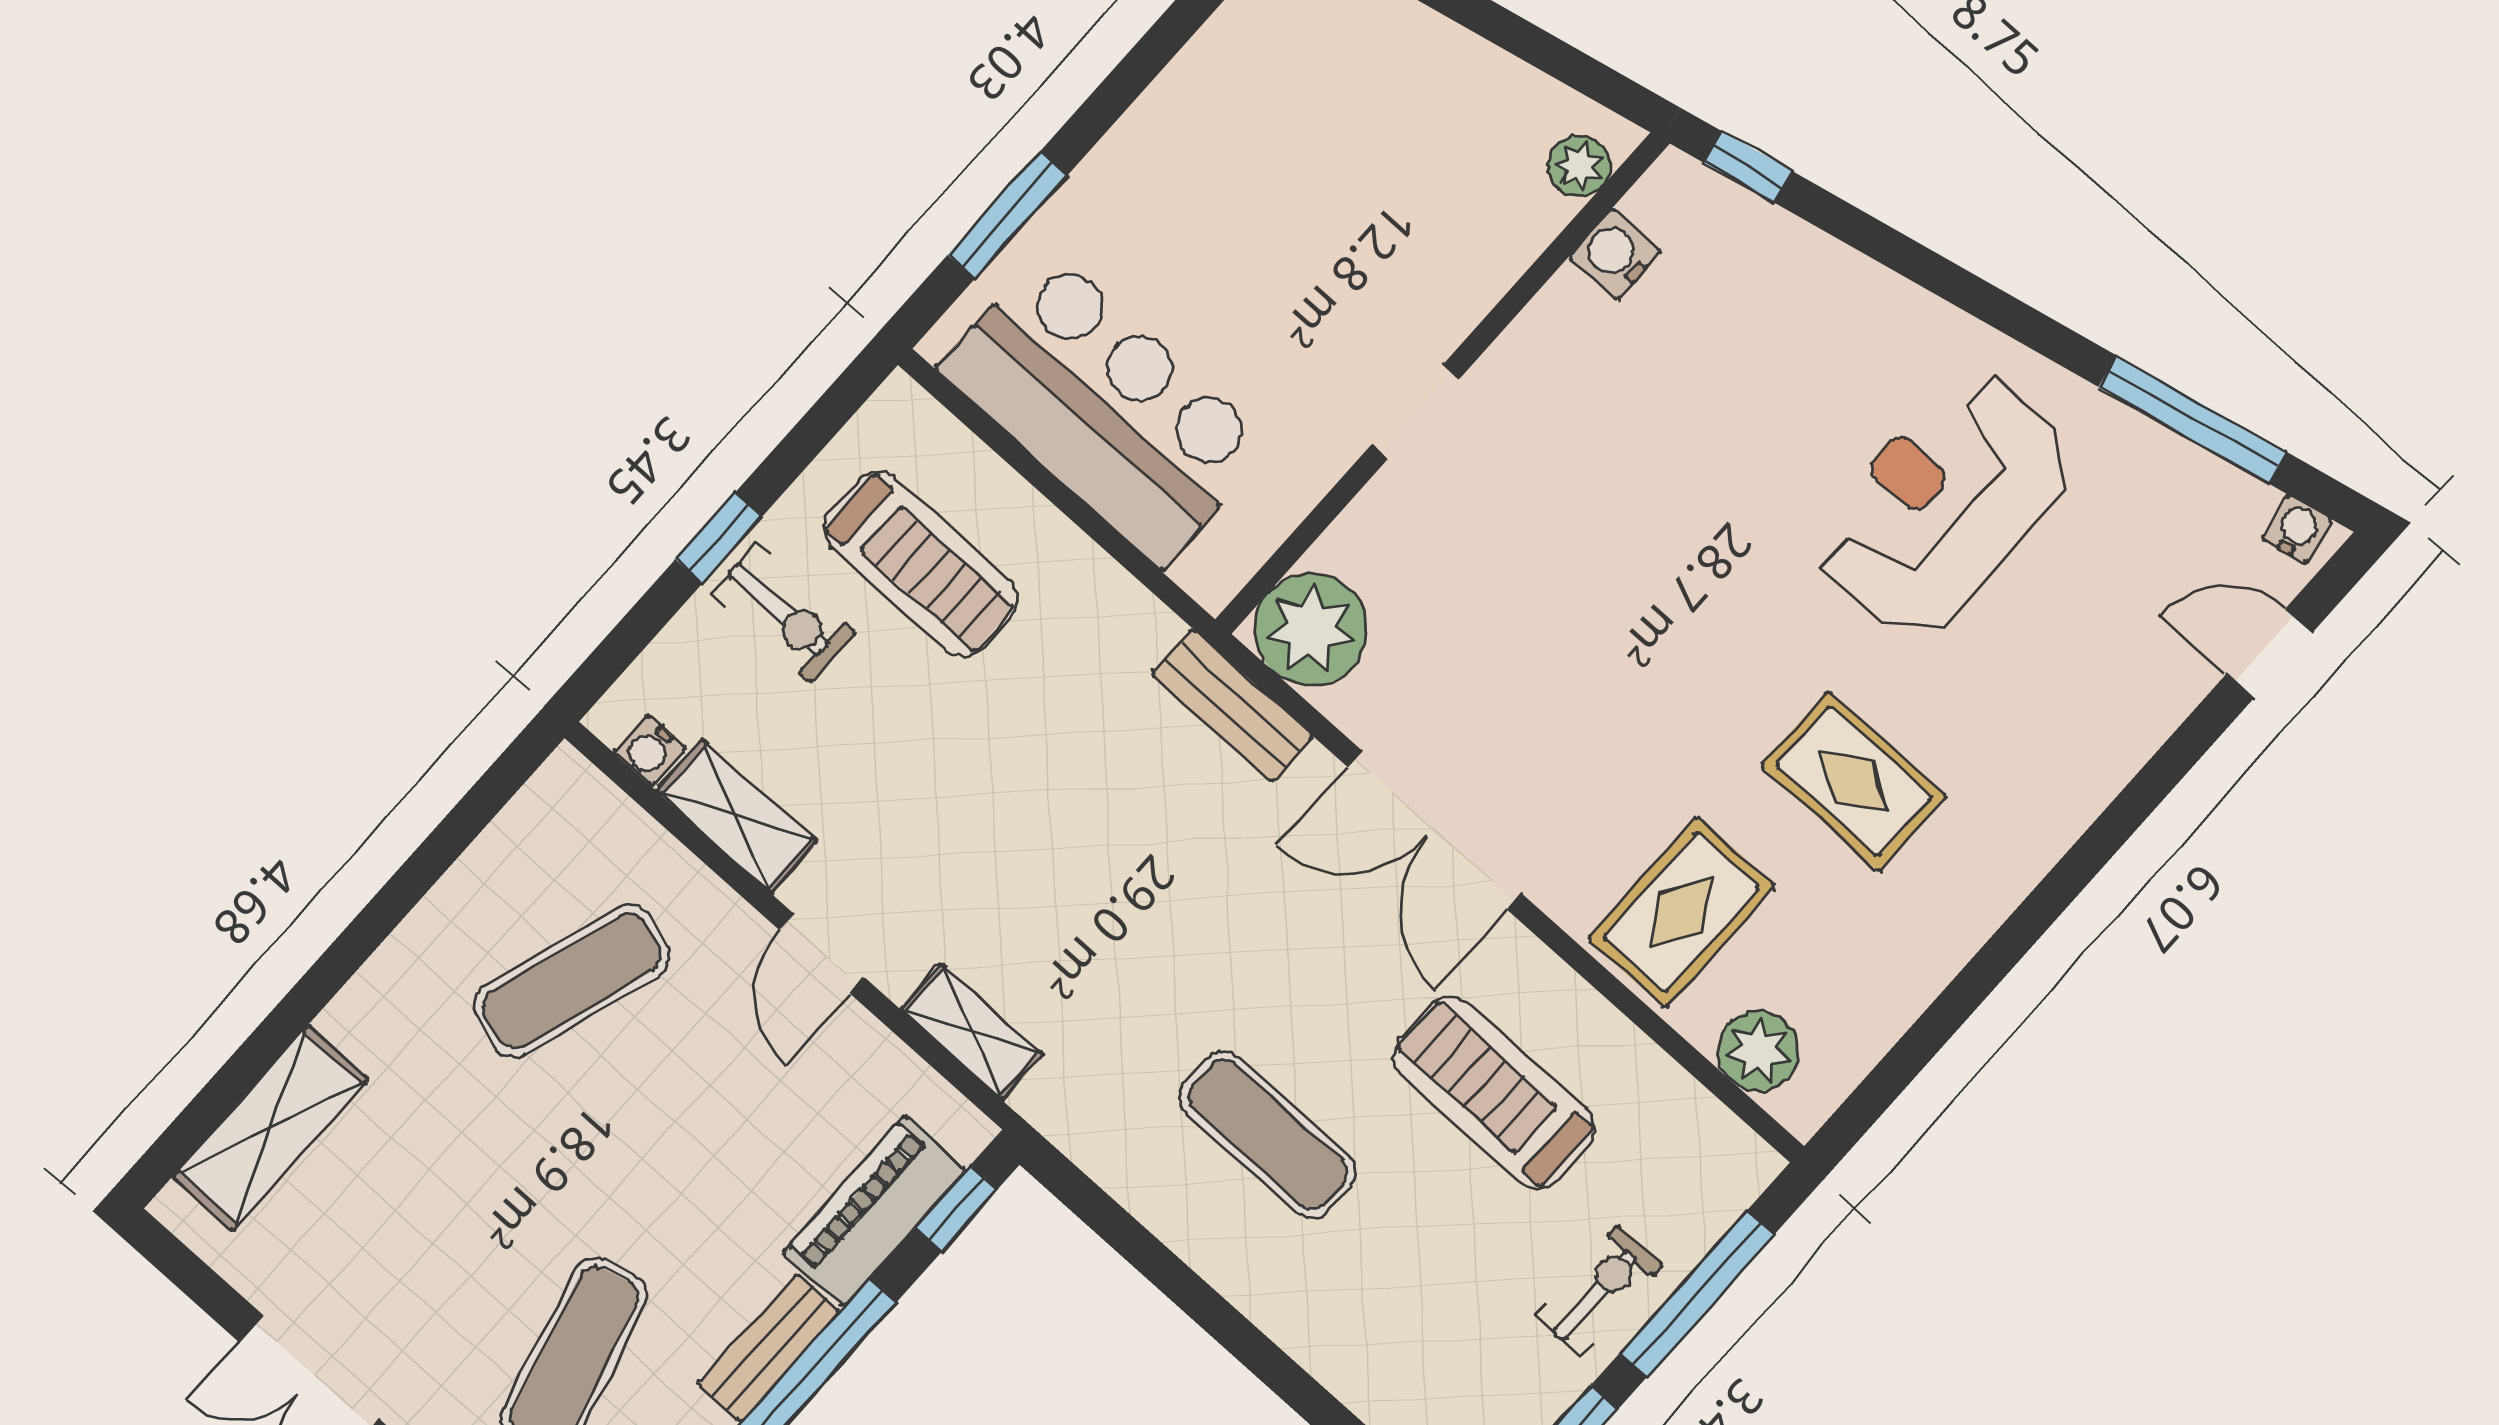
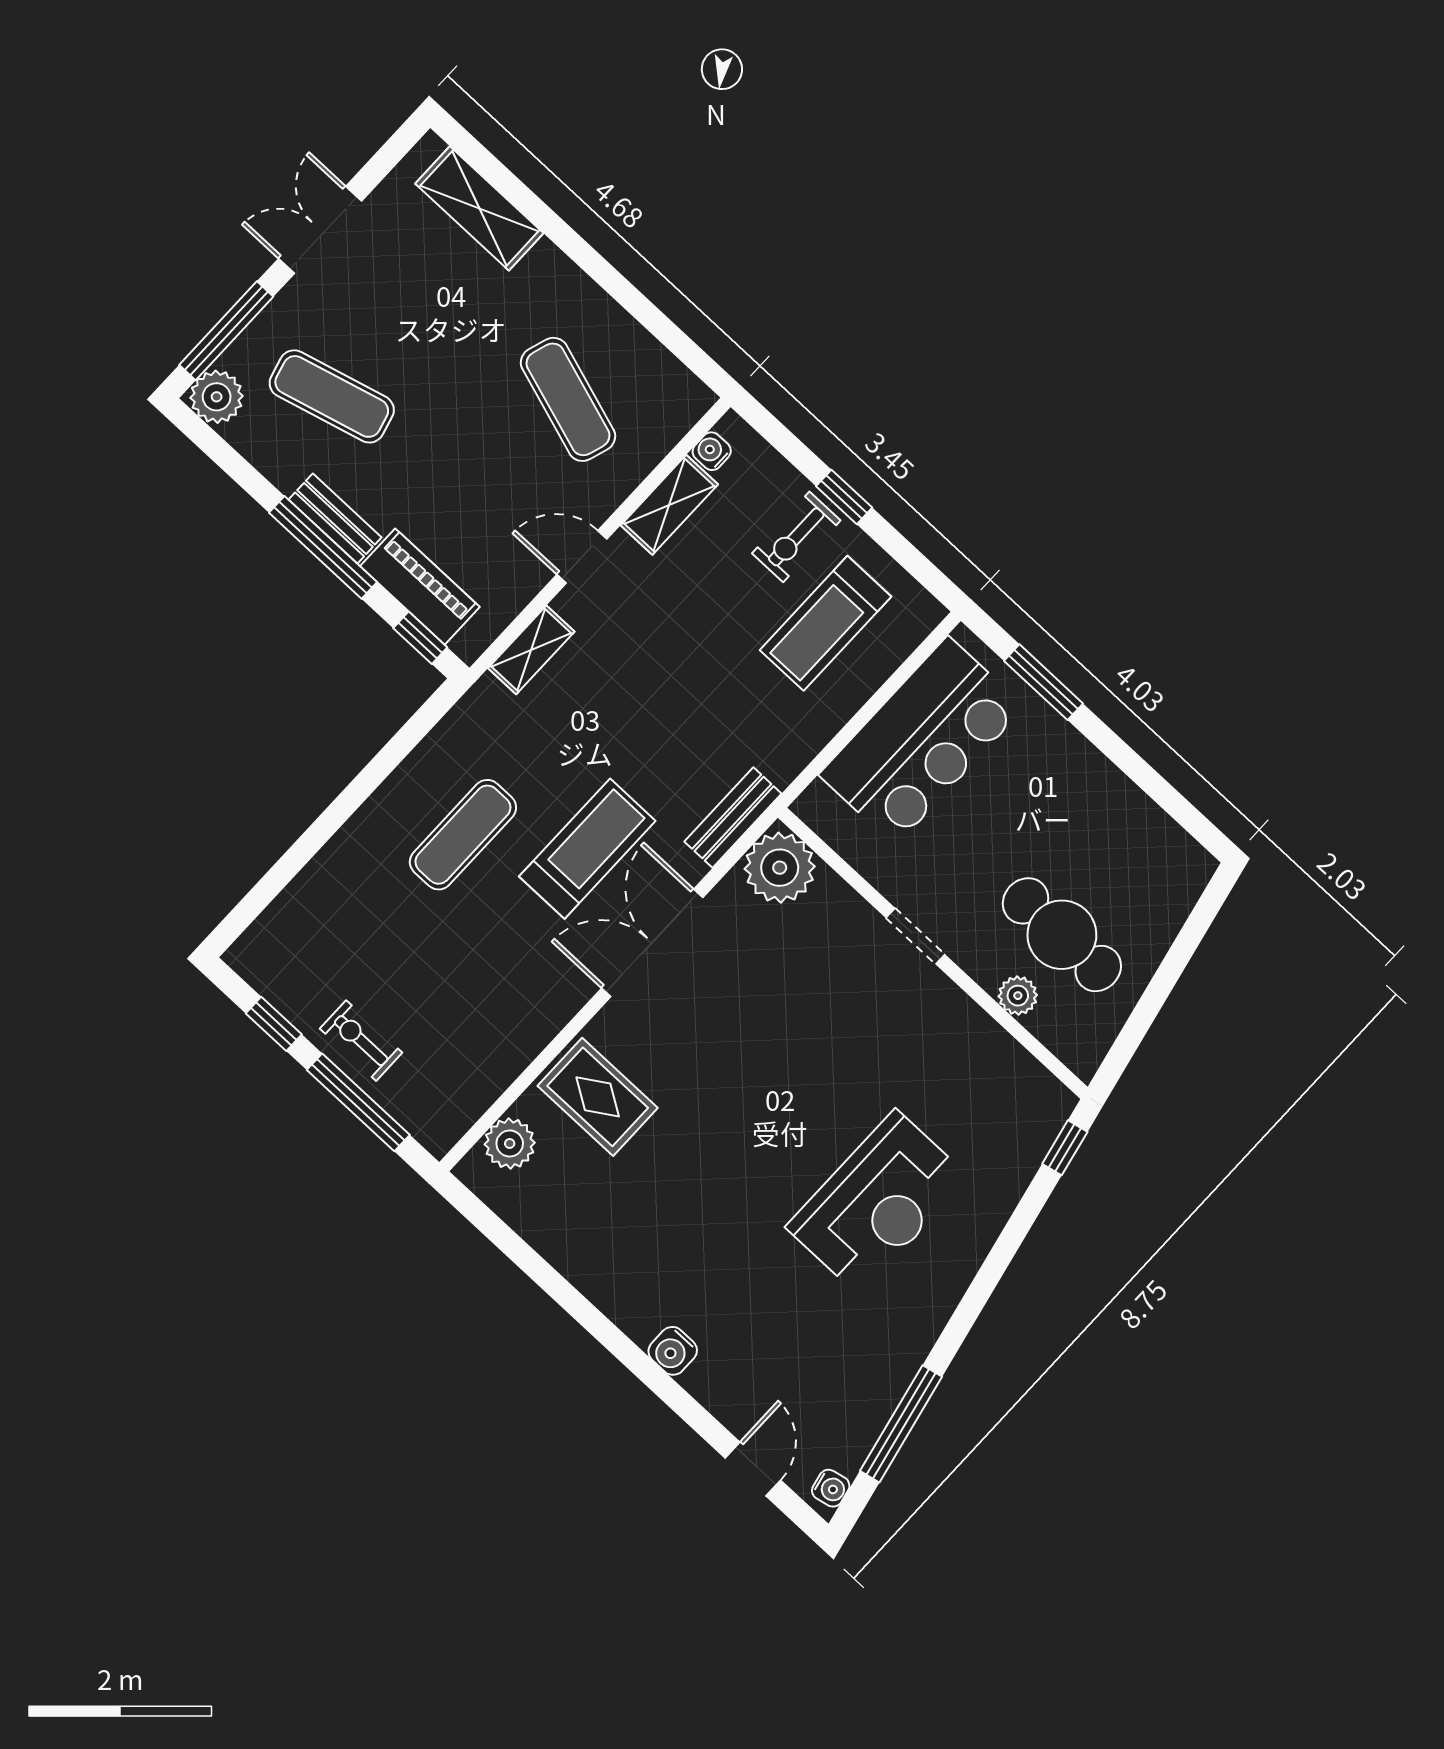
plant: (1579, 166) -> (1018, 996), moved
cafe table: (1409, 178) -> (1062, 935), added
water cooler: (1615, 254) -> (673, 1351), moved, turned 180
reception desk: (1944, 505) -> (878, 1202), moved, turned 90
rug: (1854, 781) -> (678, 1207), removed
treadmill: (1494, 1093) -> (587, 849), moved
exercise bike: (1599, 1291) -> (361, 1041), turned 180

